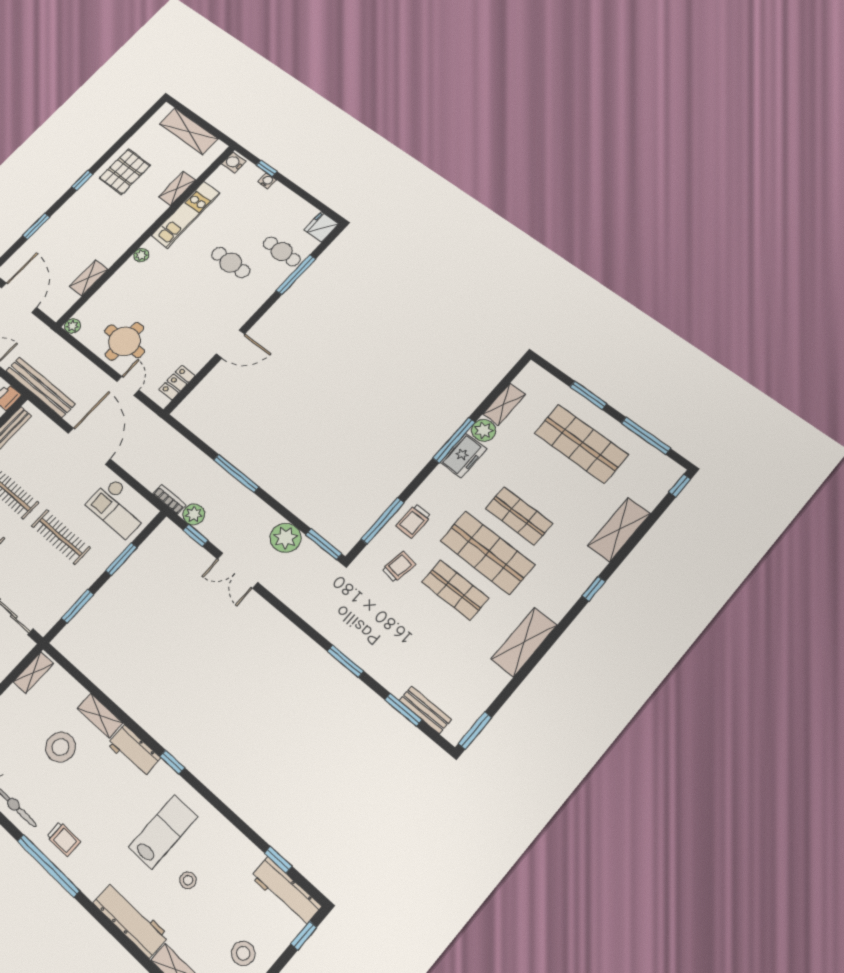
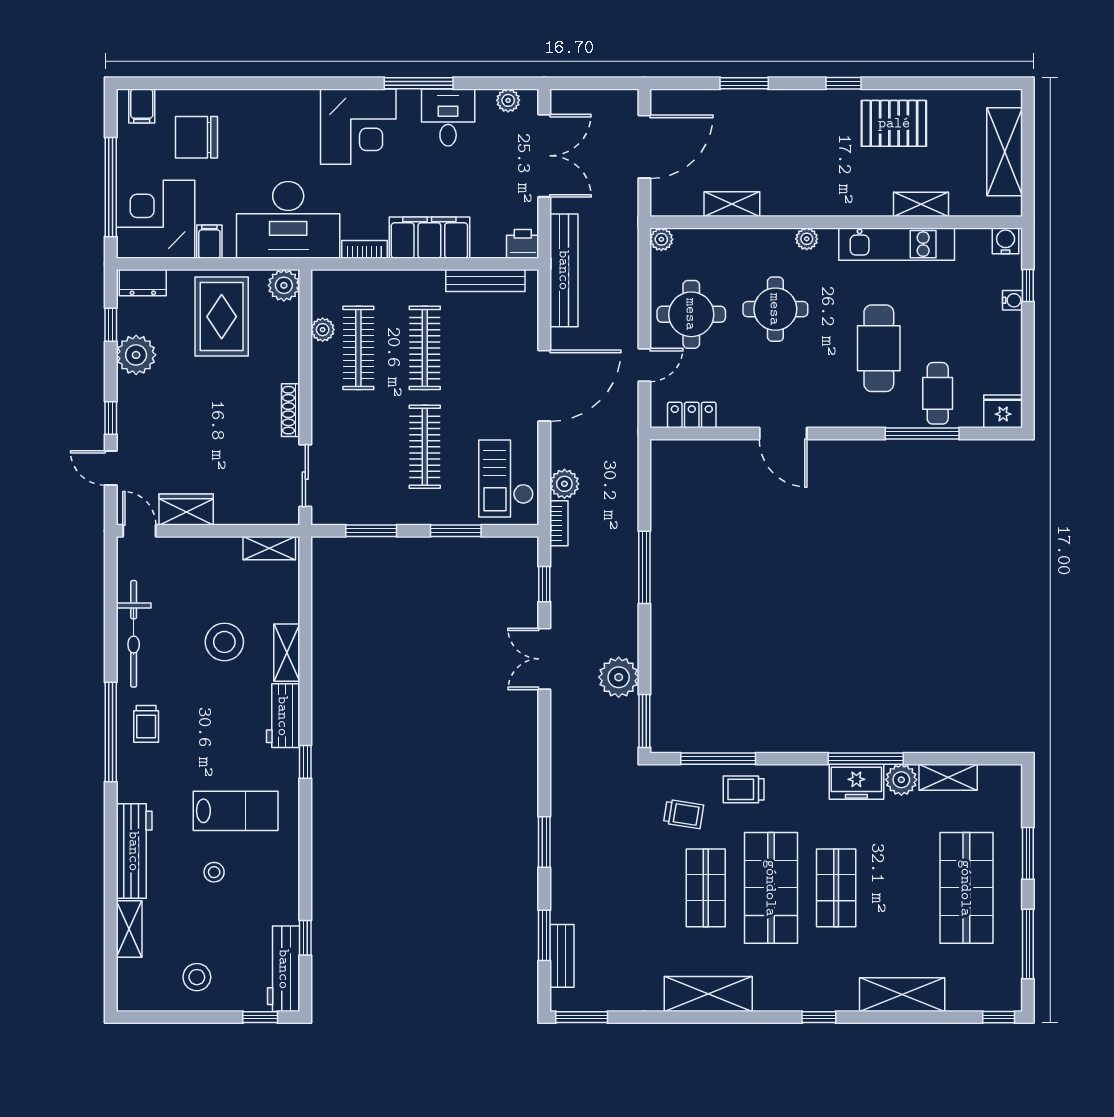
cafe table: (231, 263) -> (879, 348), width x1.37, depth x1.35
round table: (162, 298) -> (775, 309), added
plant: (194, 514) -> (564, 484), moved

